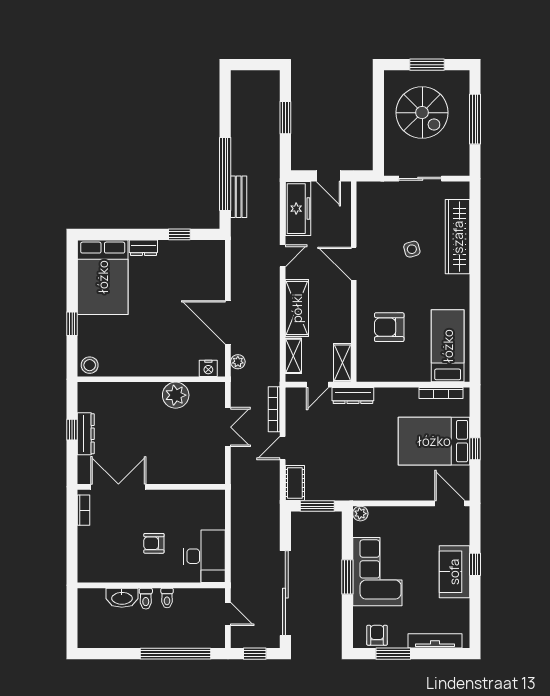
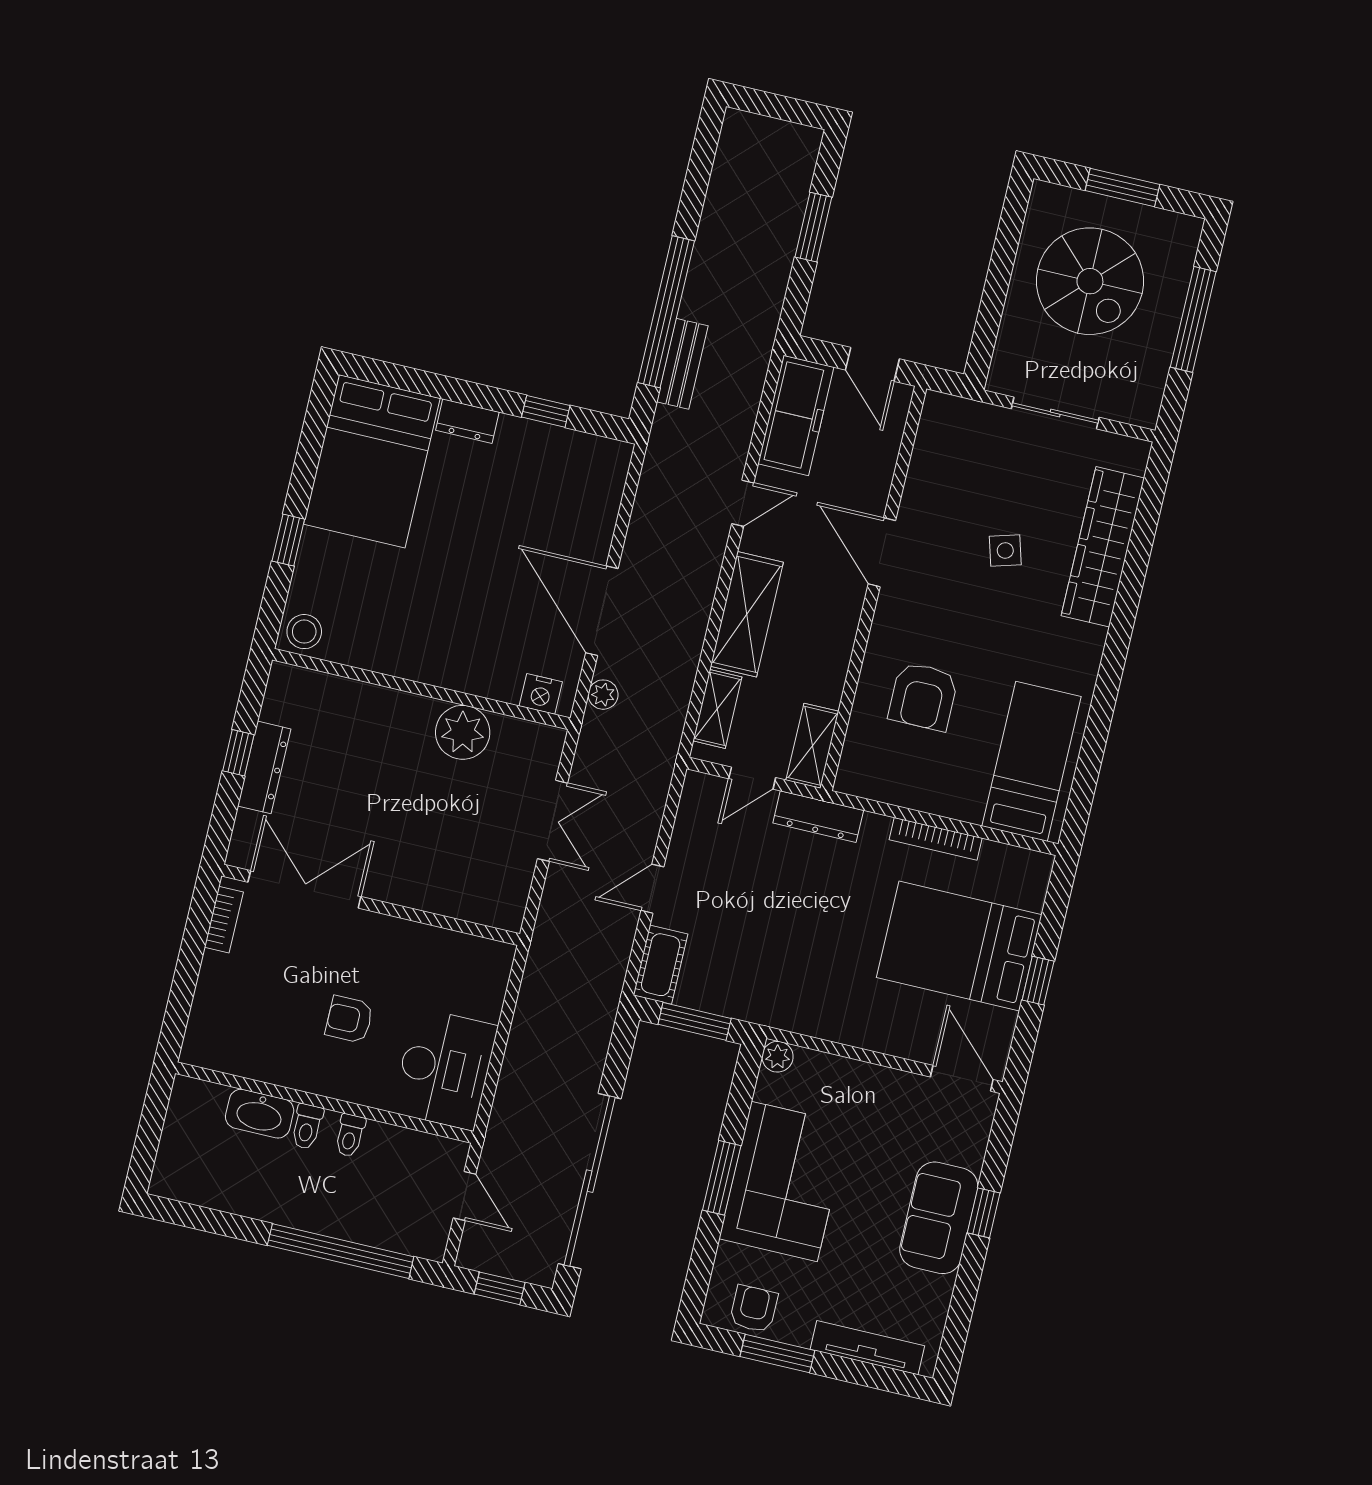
armchair: (389, 327) -> (923, 696), turned -90
bookcase: (441, 393) -> (936, 839), moved
bookcase: (274, 409) -> (654, 807), removed

